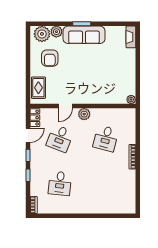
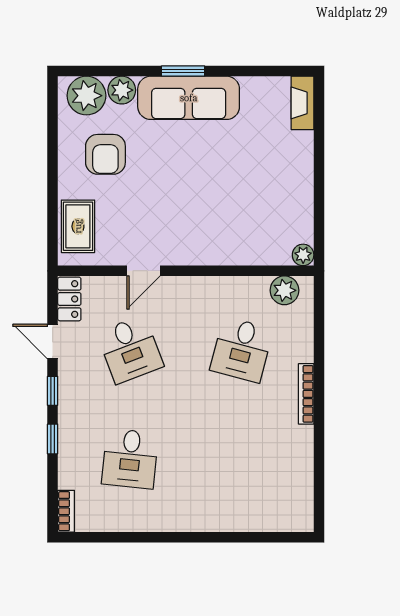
plant: (84, 114) -> (284, 290), moved
door: (28, 135) -> (53, 342), swing flipped
desk: (60, 138) -> (130, 350), turned -42

